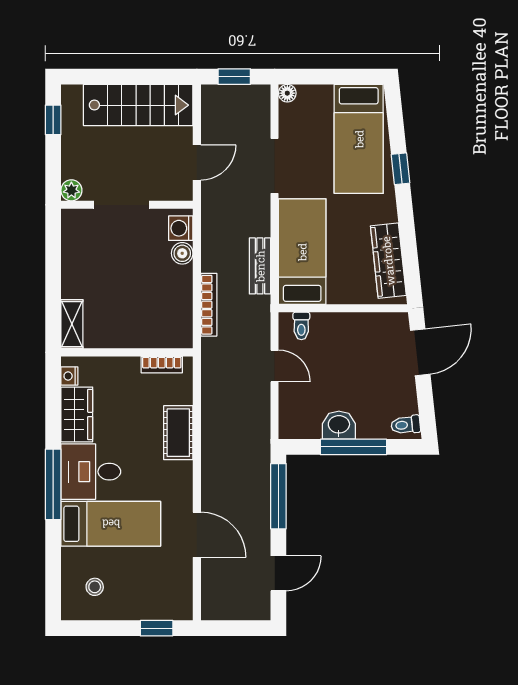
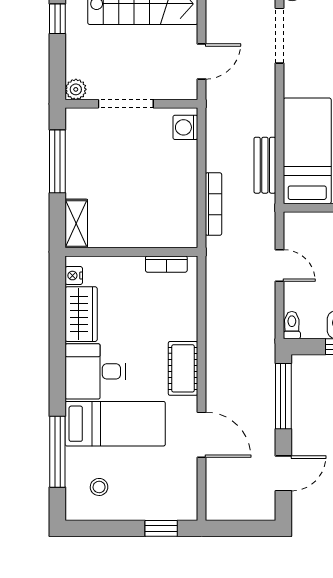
doorway: (275, 166) -> (279, 36), moved
boiler: (182, 253) -> (187, 153), removed
window: (53, 262) -> (57, 161), added
toilet: (301, 326) -> (292, 325), moved, turned 180
cot: (178, 433) -> (183, 368), moved
window: (53, 484) -> (57, 452), moved

